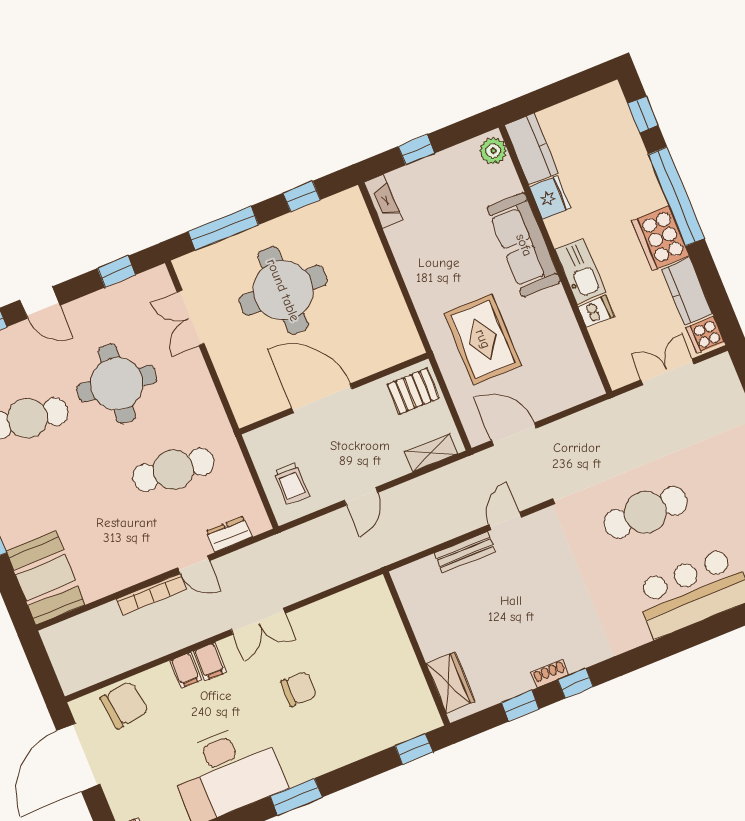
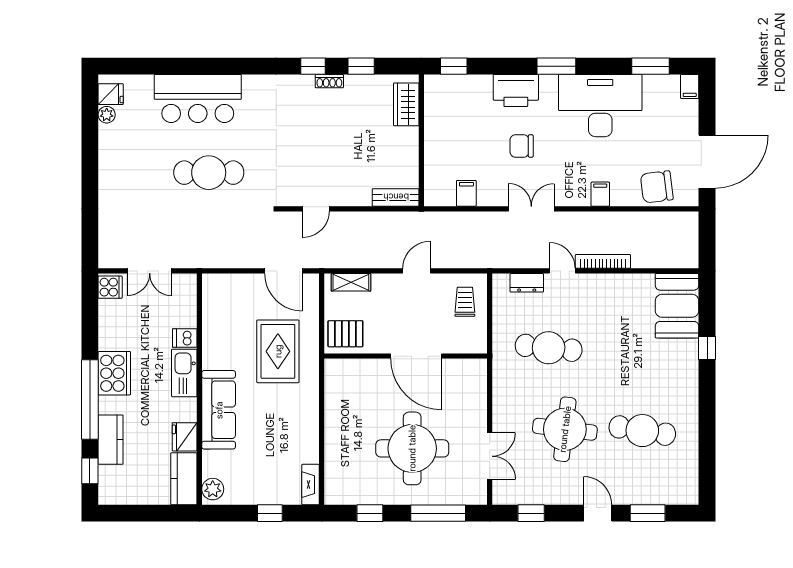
kitchen counter: (687, 292) -> (111, 440), moved
bench: (465, 552) -> (396, 197), moved
filing cabinet: (210, 662) -> (466, 193), moved
printer: (331, 750) -> (516, 91), added

